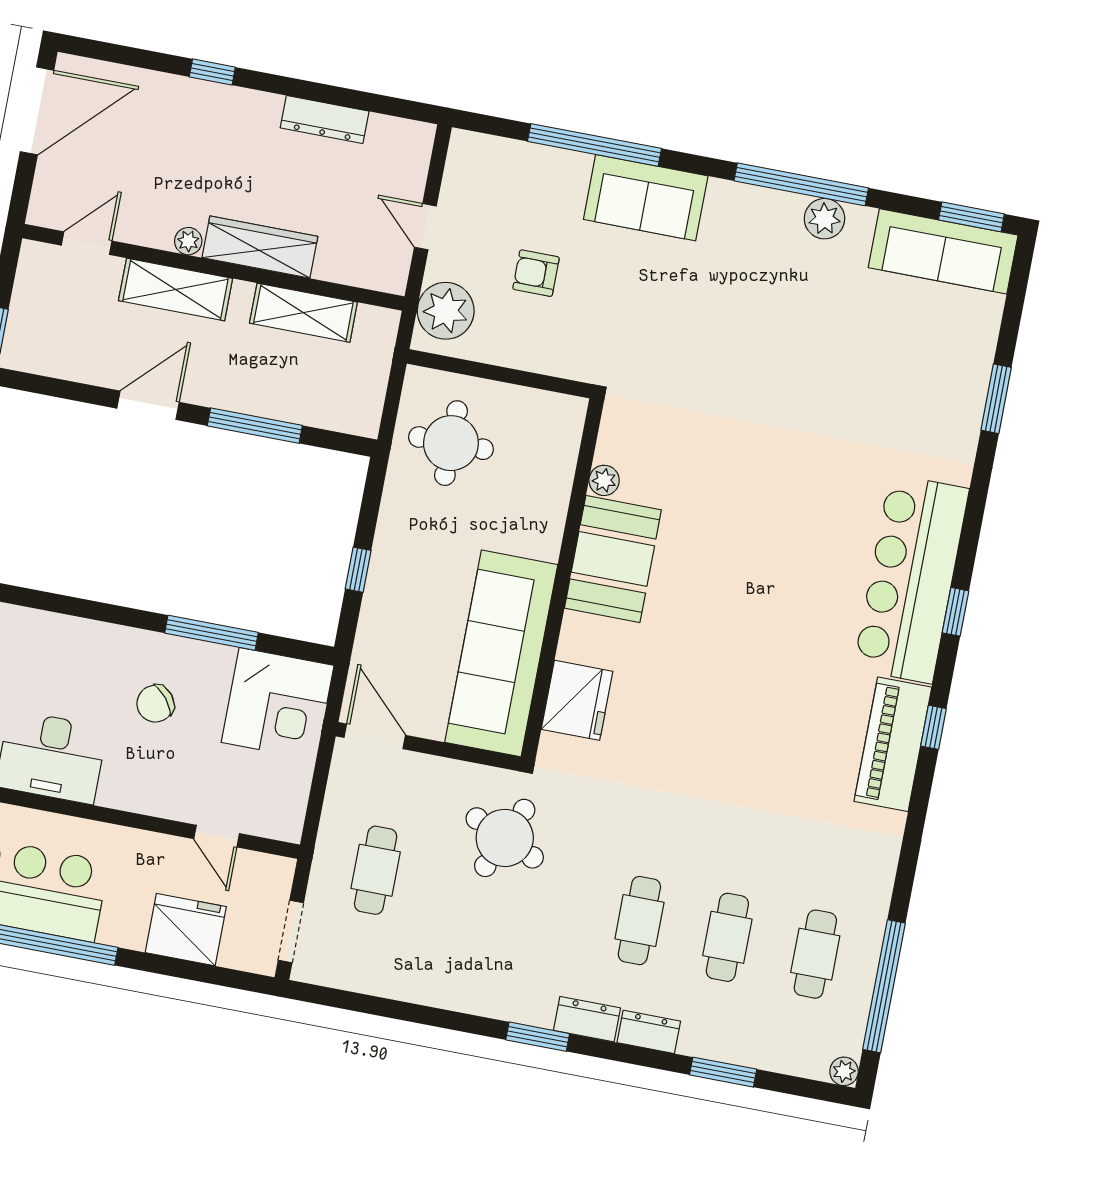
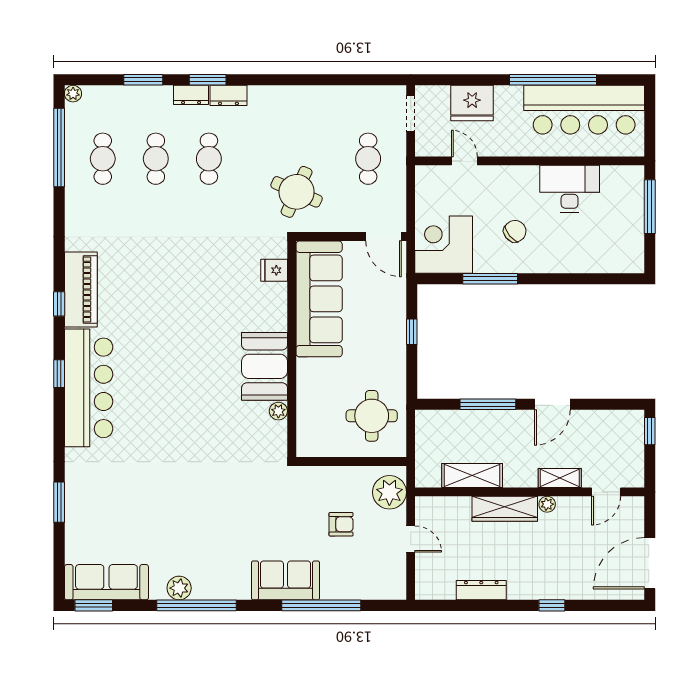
shelving: (176, 289) -> (560, 478), width x0.67, depth x0.75
fridge: (577, 700) -> (274, 270), width x0.53, depth x0.75
window: (538, 1037) -> (208, 80), moved

